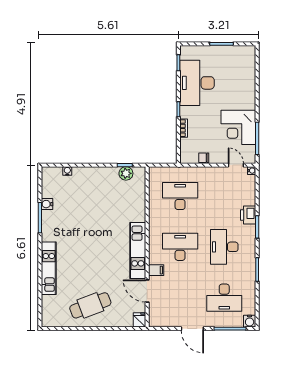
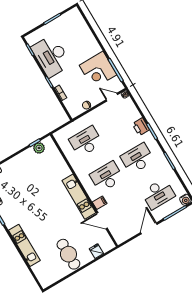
desk: (224, 247) -> (137, 159), turned 90
cafe table: (90, 305) -> (68, 254), turned -69
fridge: (140, 320) -> (96, 251), moved
door: (192, 329) -> (149, 228), swing flipped

